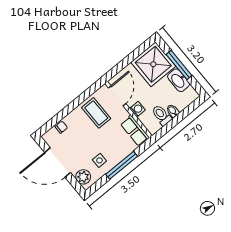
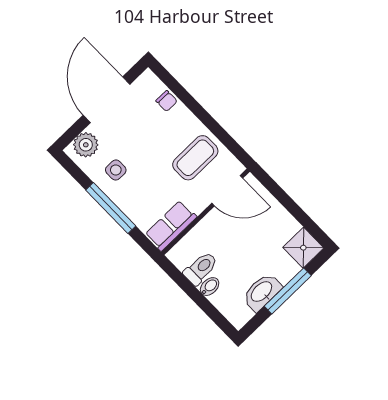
shower: (153, 64) -> (303, 248), width x0.54, depth x0.54
washing machine: (137, 109) -> (207, 227), removed

